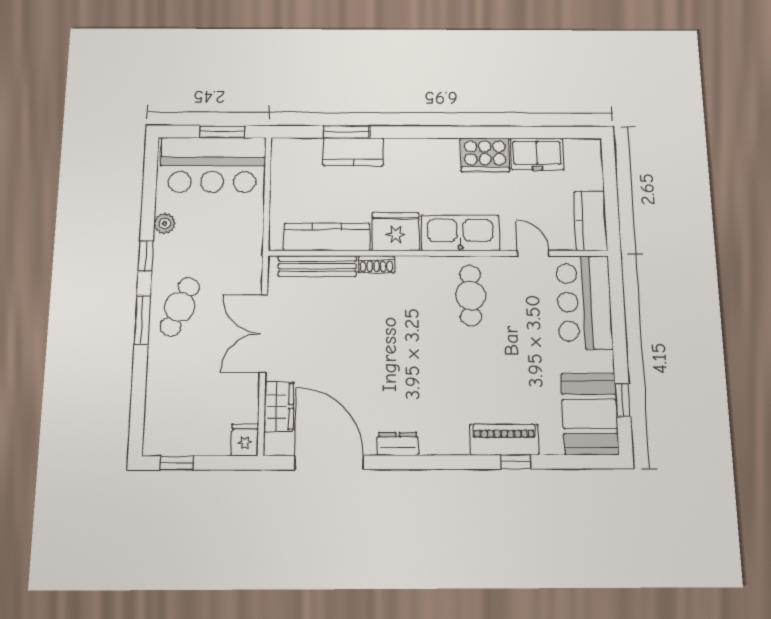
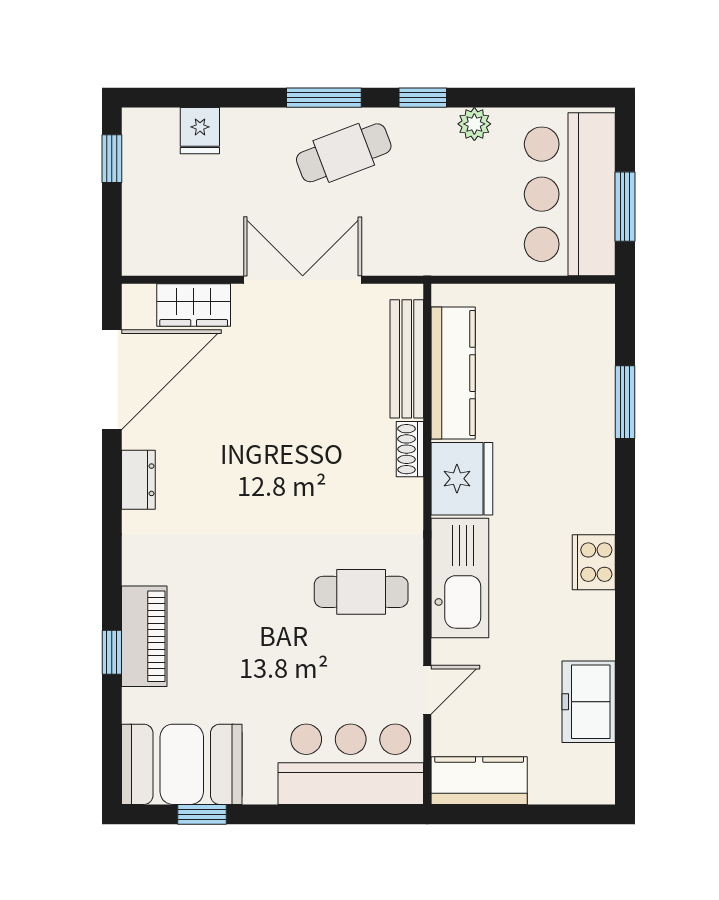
kitchen counter: (353, 152) -> (592, 413), removed
cooker: (485, 155) -> (594, 562), moved, width x0.73, depth x0.76
cafe table: (180, 307) -> (344, 153), turned -43
fridge: (245, 440) -> (200, 131), moved, turned 90

